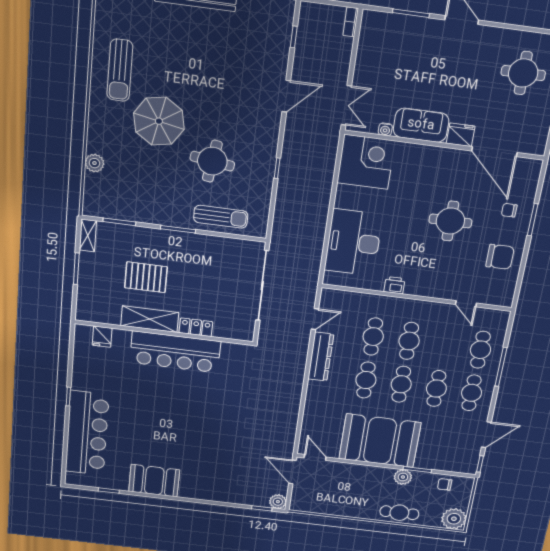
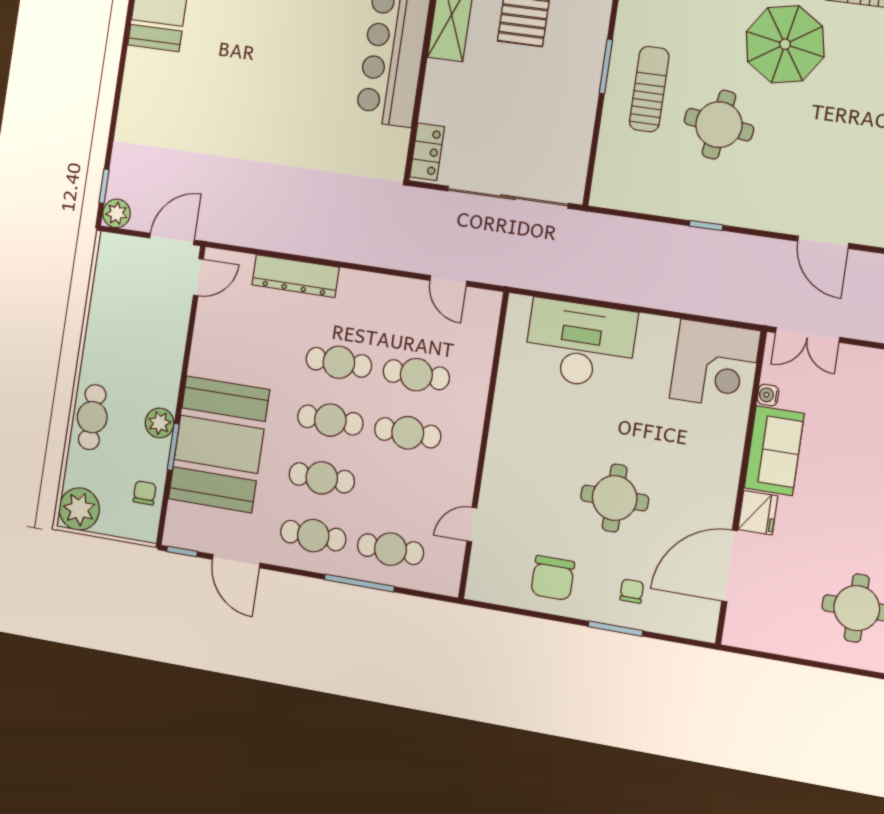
sun lounger: (221, 217) -> (649, 89), moved, turned 180
printer: (394, 285) -> (506, 409), removed
locker: (196, 327) -> (427, 152), moved
dresser: (321, 357) -> (295, 276), moved
booth: (380, 441) -> (219, 444), moved

